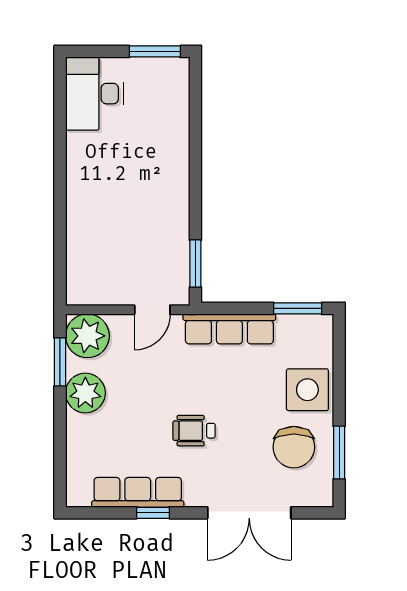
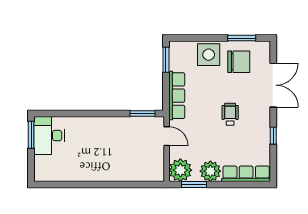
desk: (94, 94) -> (49, 136), moved, turned 90
wheelchair: (194, 431) -> (230, 114), turned 180
row of seats: (138, 492) -> (246, 174), moved, turned 90

